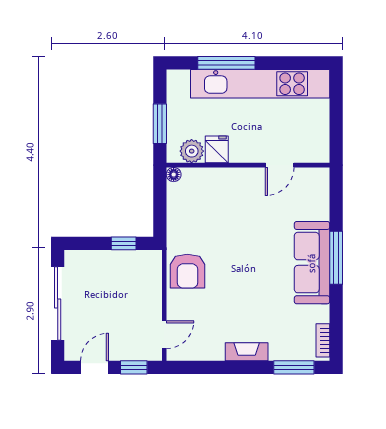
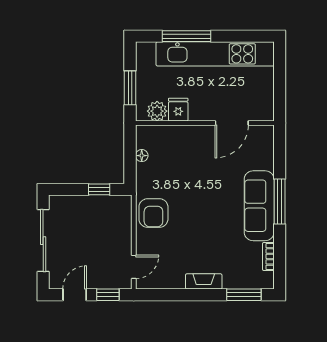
door: (280, 165) -> (232, 123), width x1.38
floor lamp: (174, 175) -> (142, 156), moved
bookcase: (323, 340) -> (268, 256), moved

